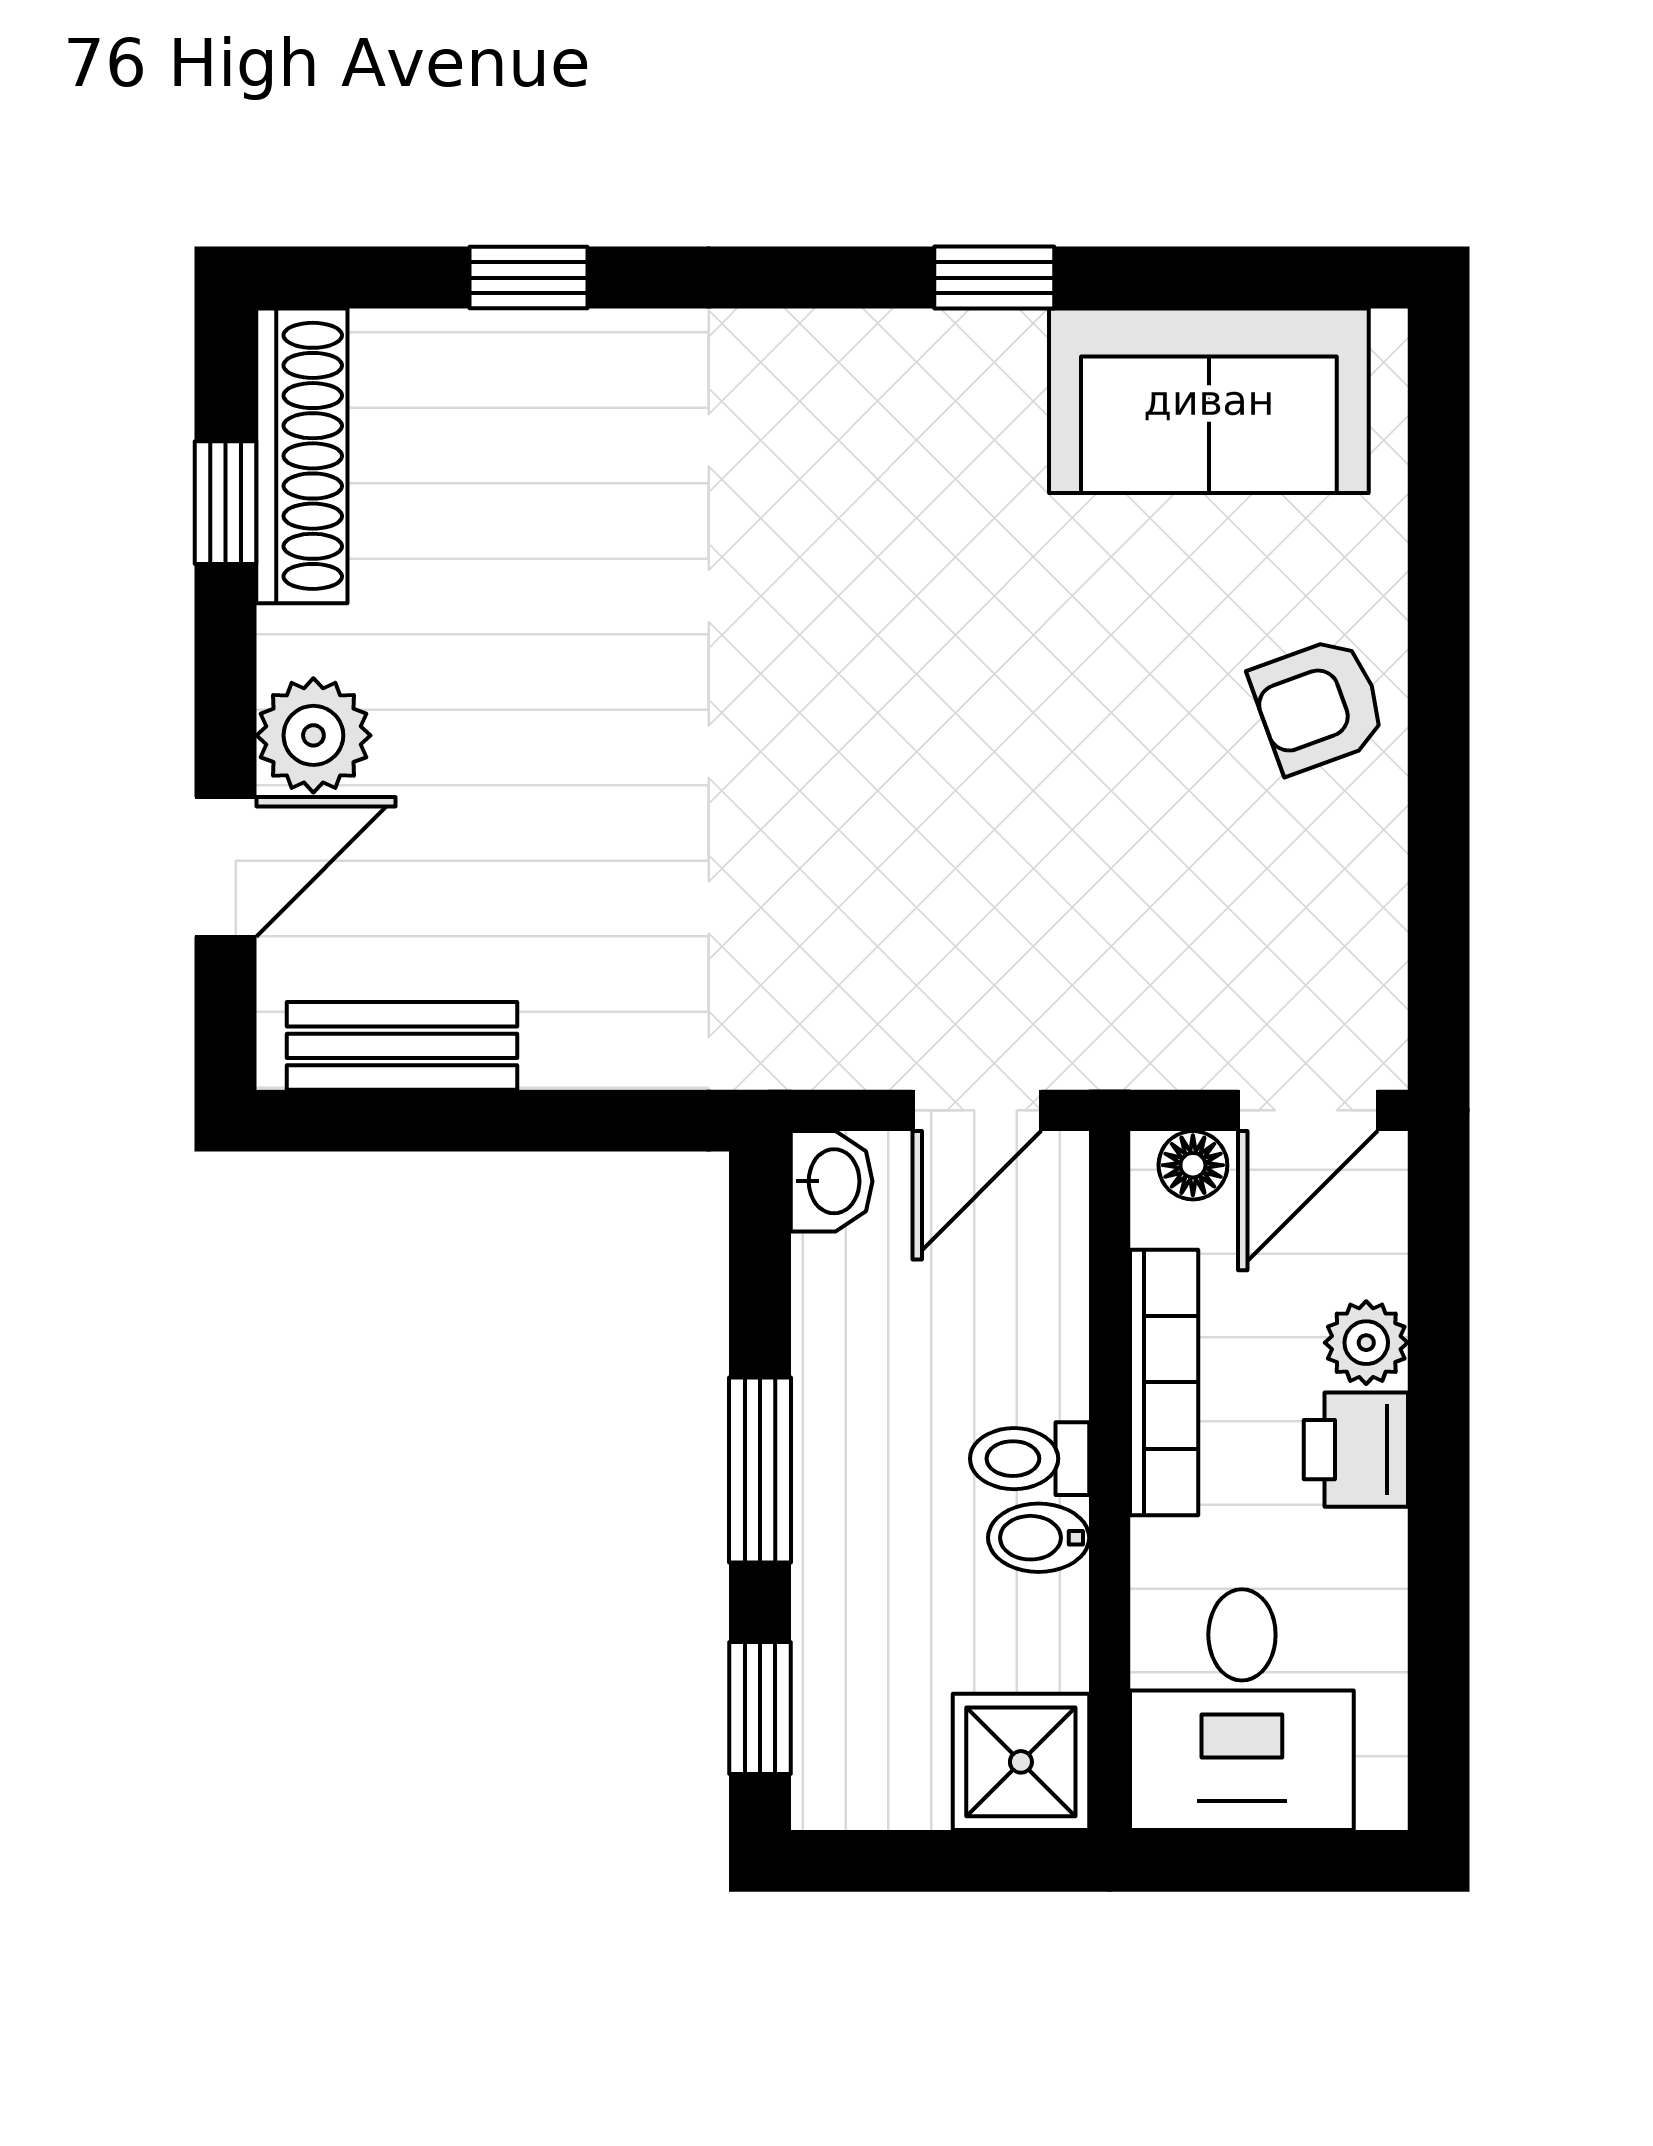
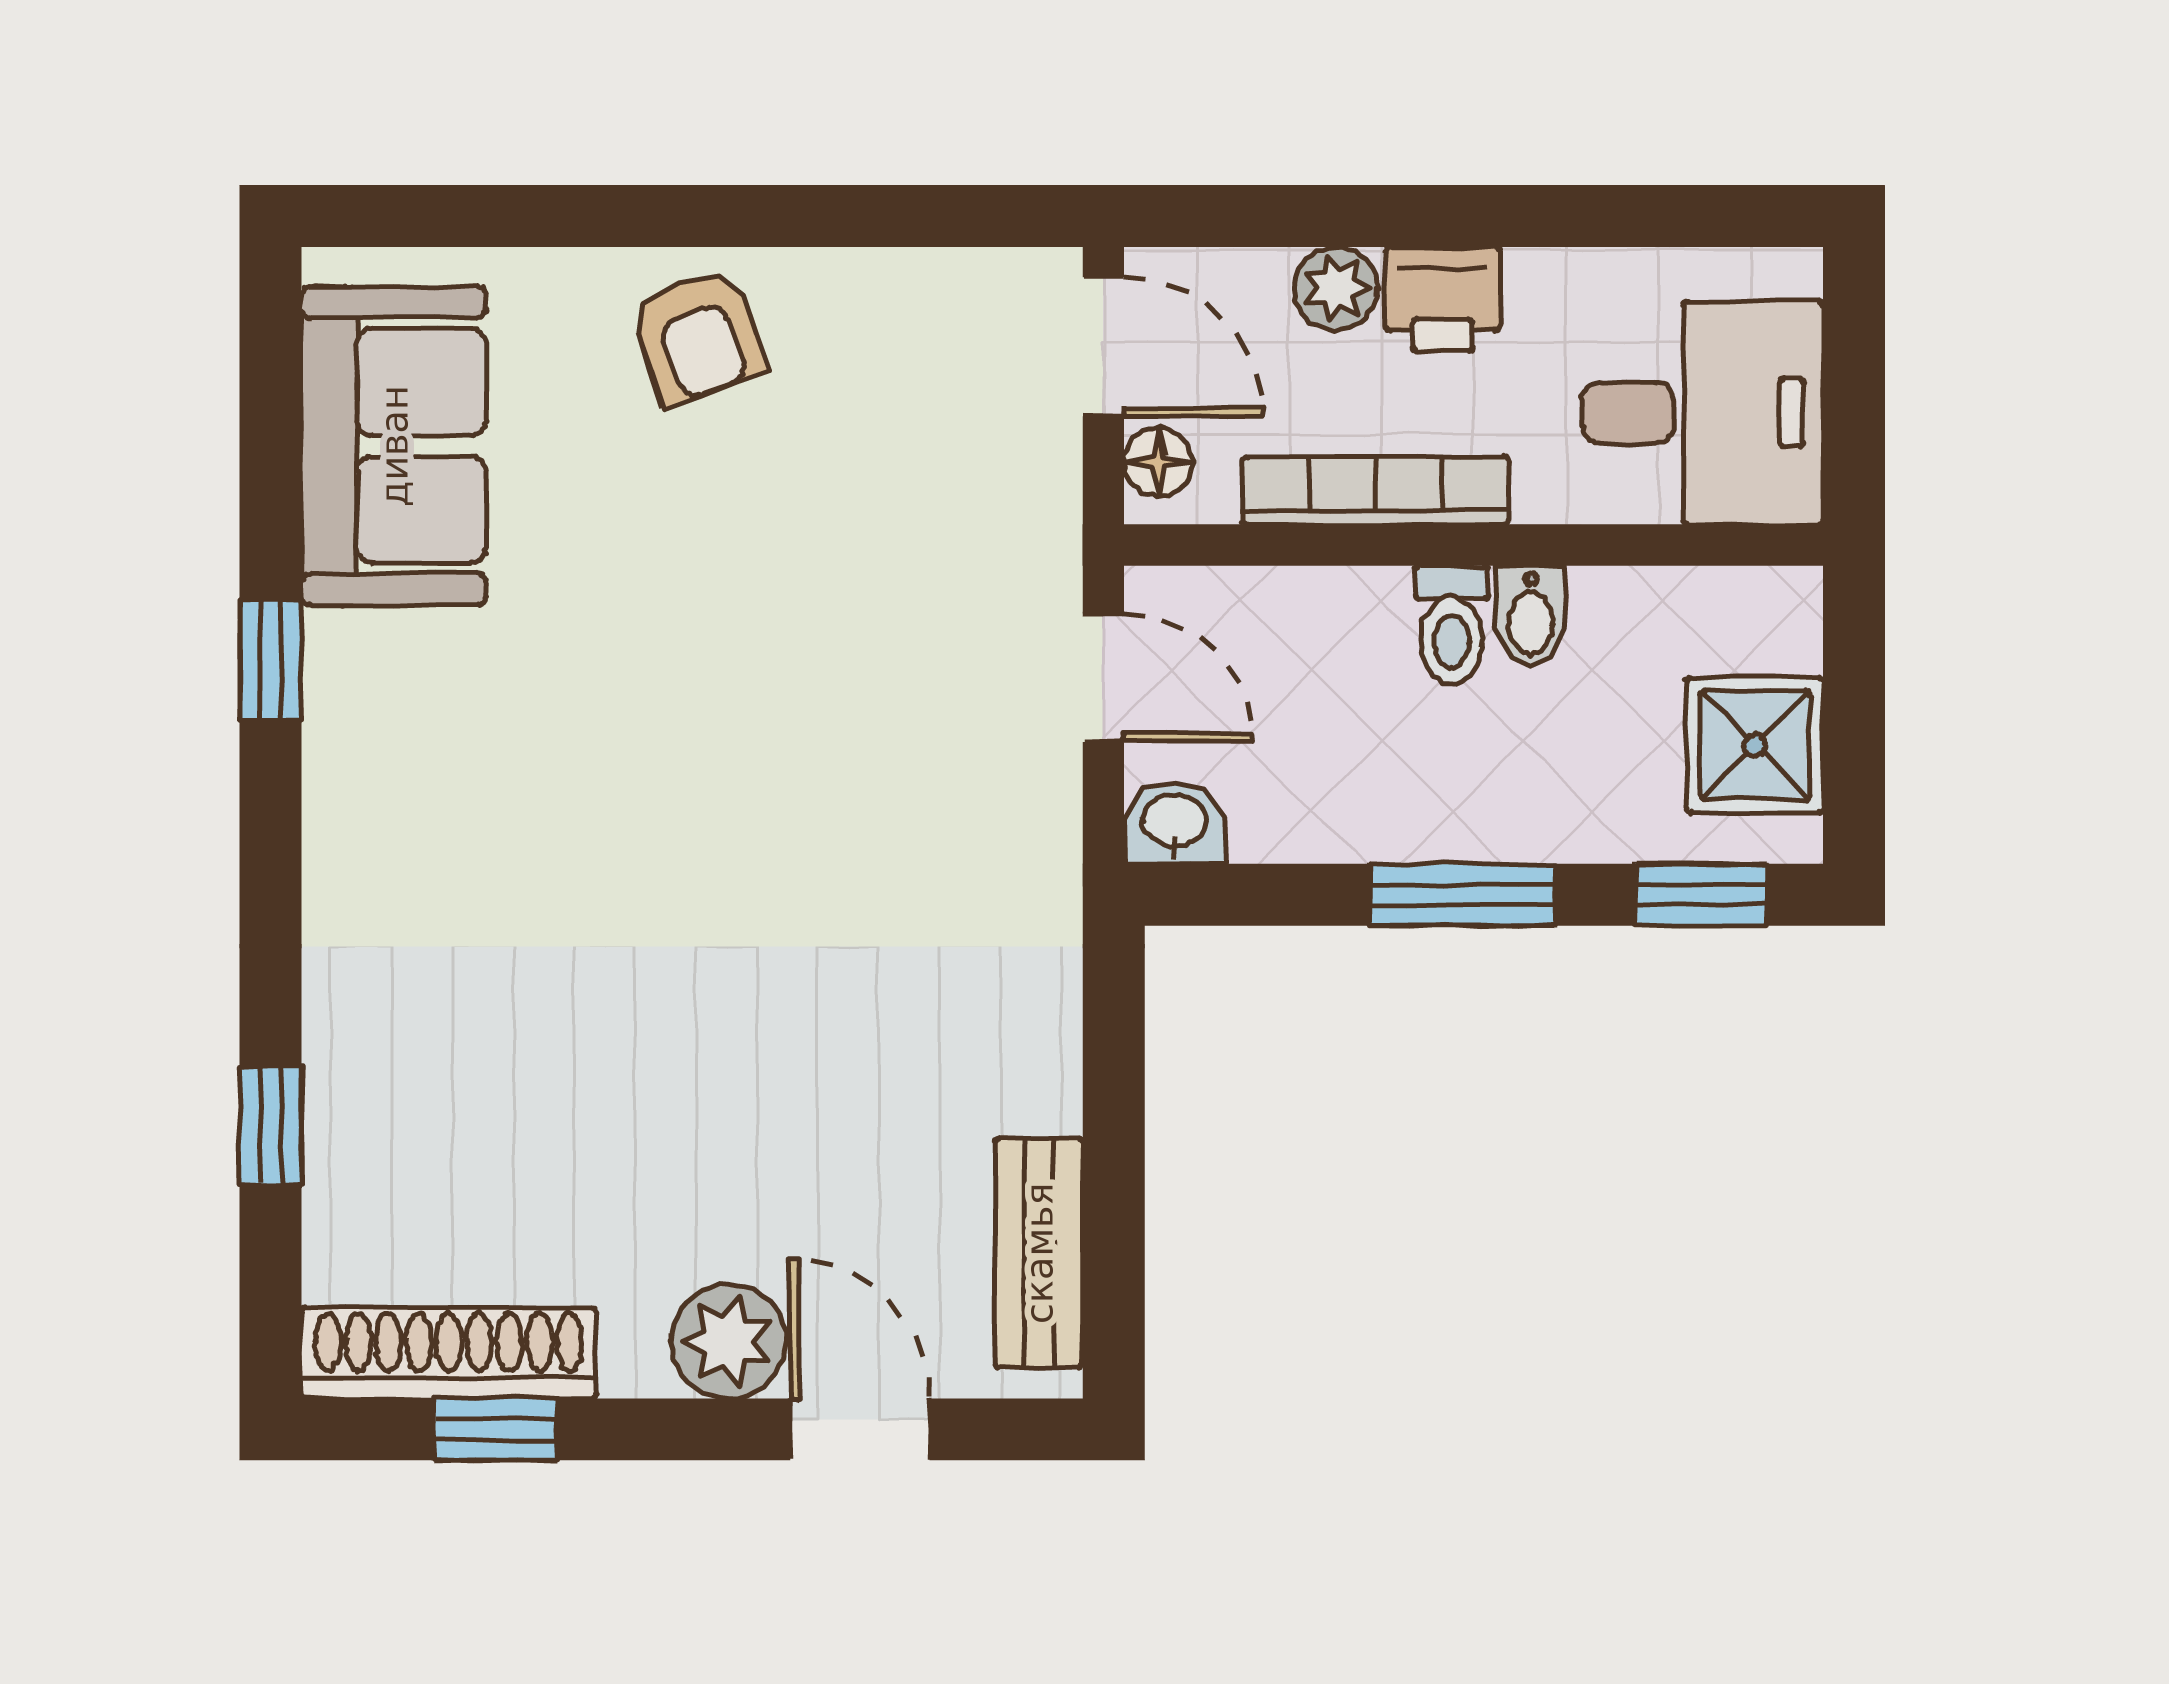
shower: (1021, 1762) -> (1755, 745), moved

